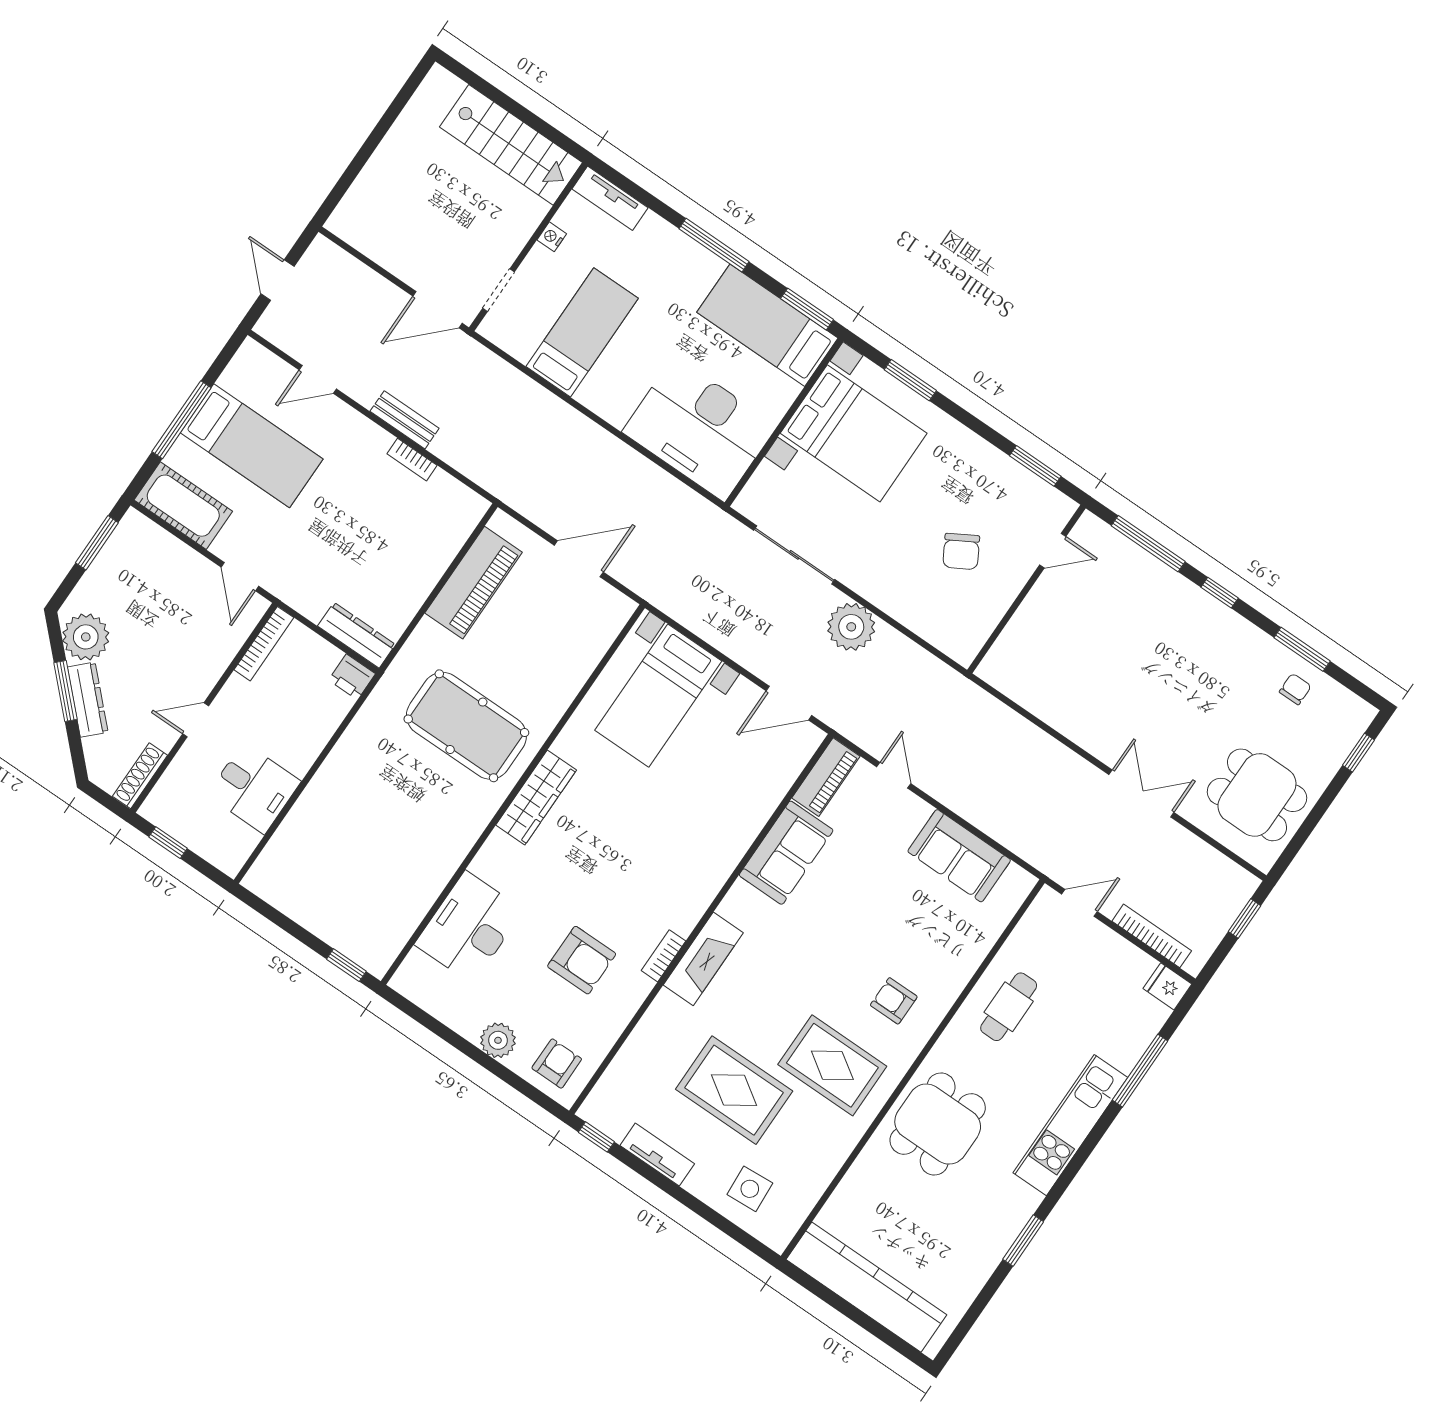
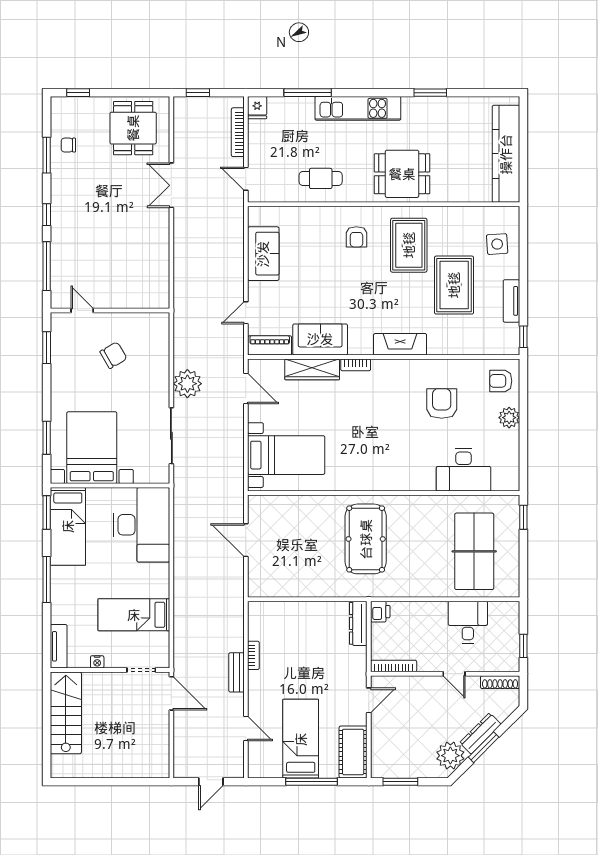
piano: (474, 583) -> (293, 584), removed
wardrobe: (536, 798) -> (312, 369), moved, turned 180
table tennis table: (346, 864) -> (474, 551), added
bookcase: (663, 956) -> (356, 365), moved

